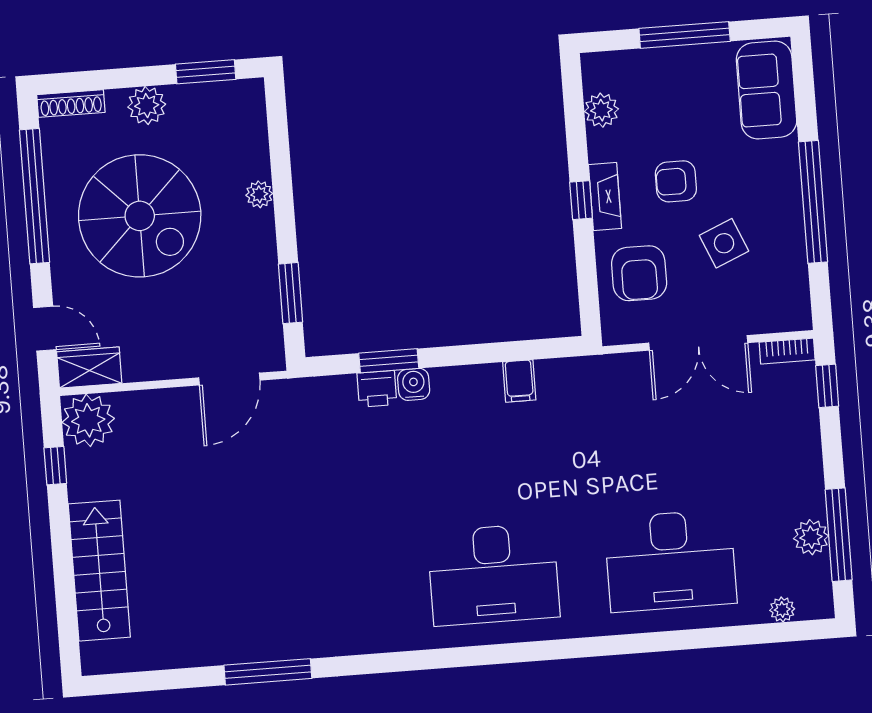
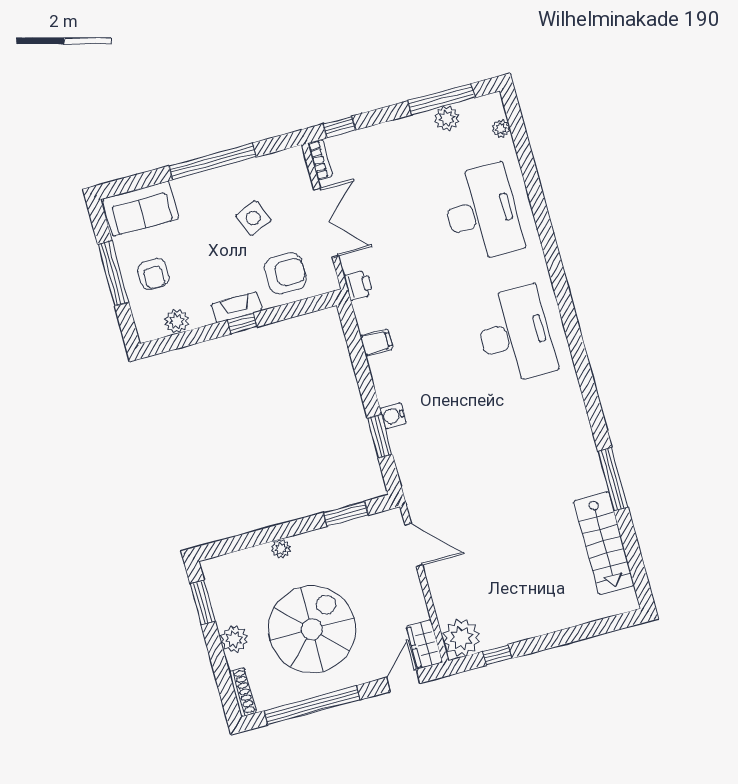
armchair: (676, 181) -> (153, 274), moved
printer: (377, 389) -> (359, 285), moved
stairs: (99, 571) -> (604, 543), moved, turned -90

